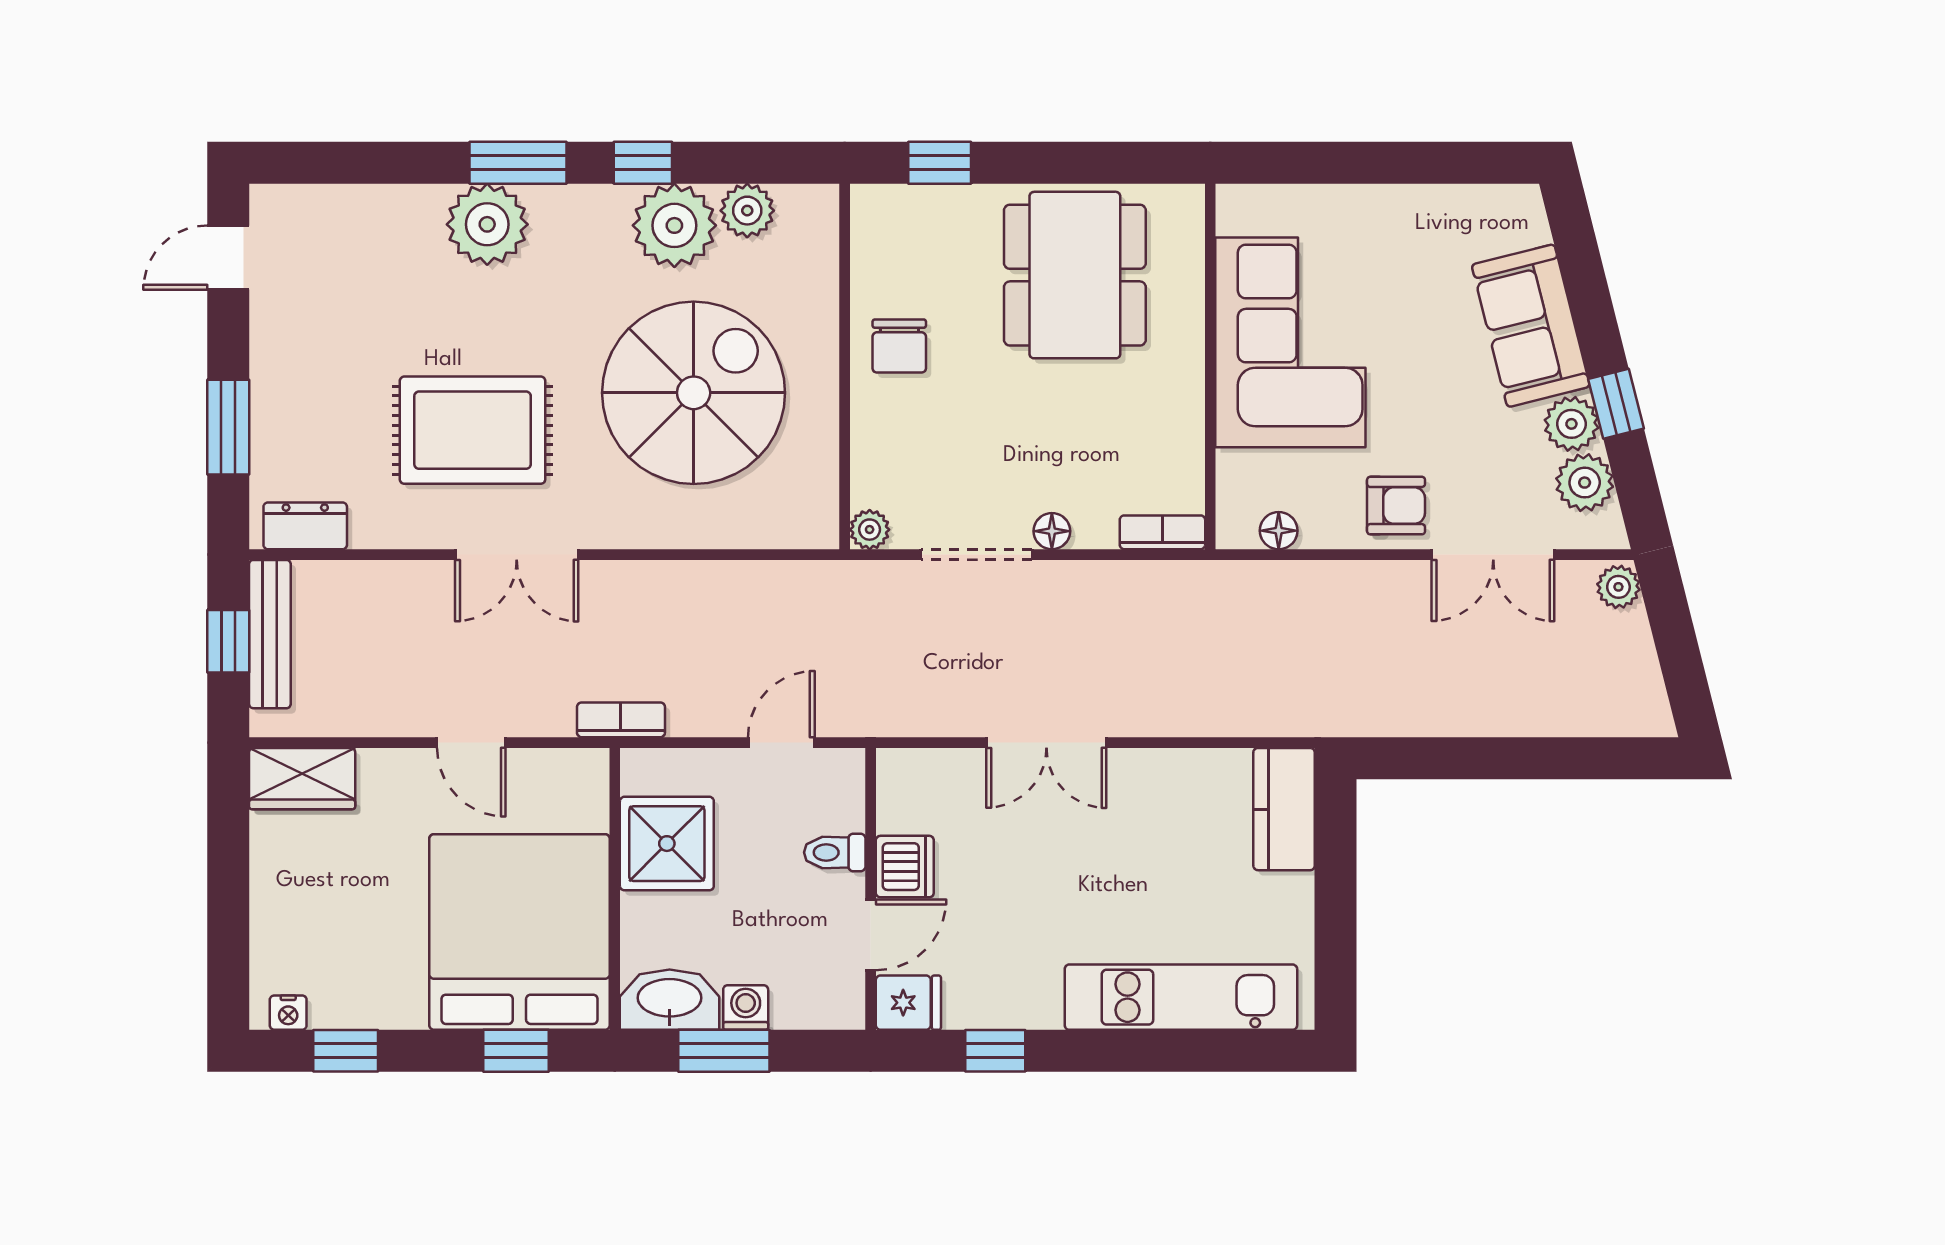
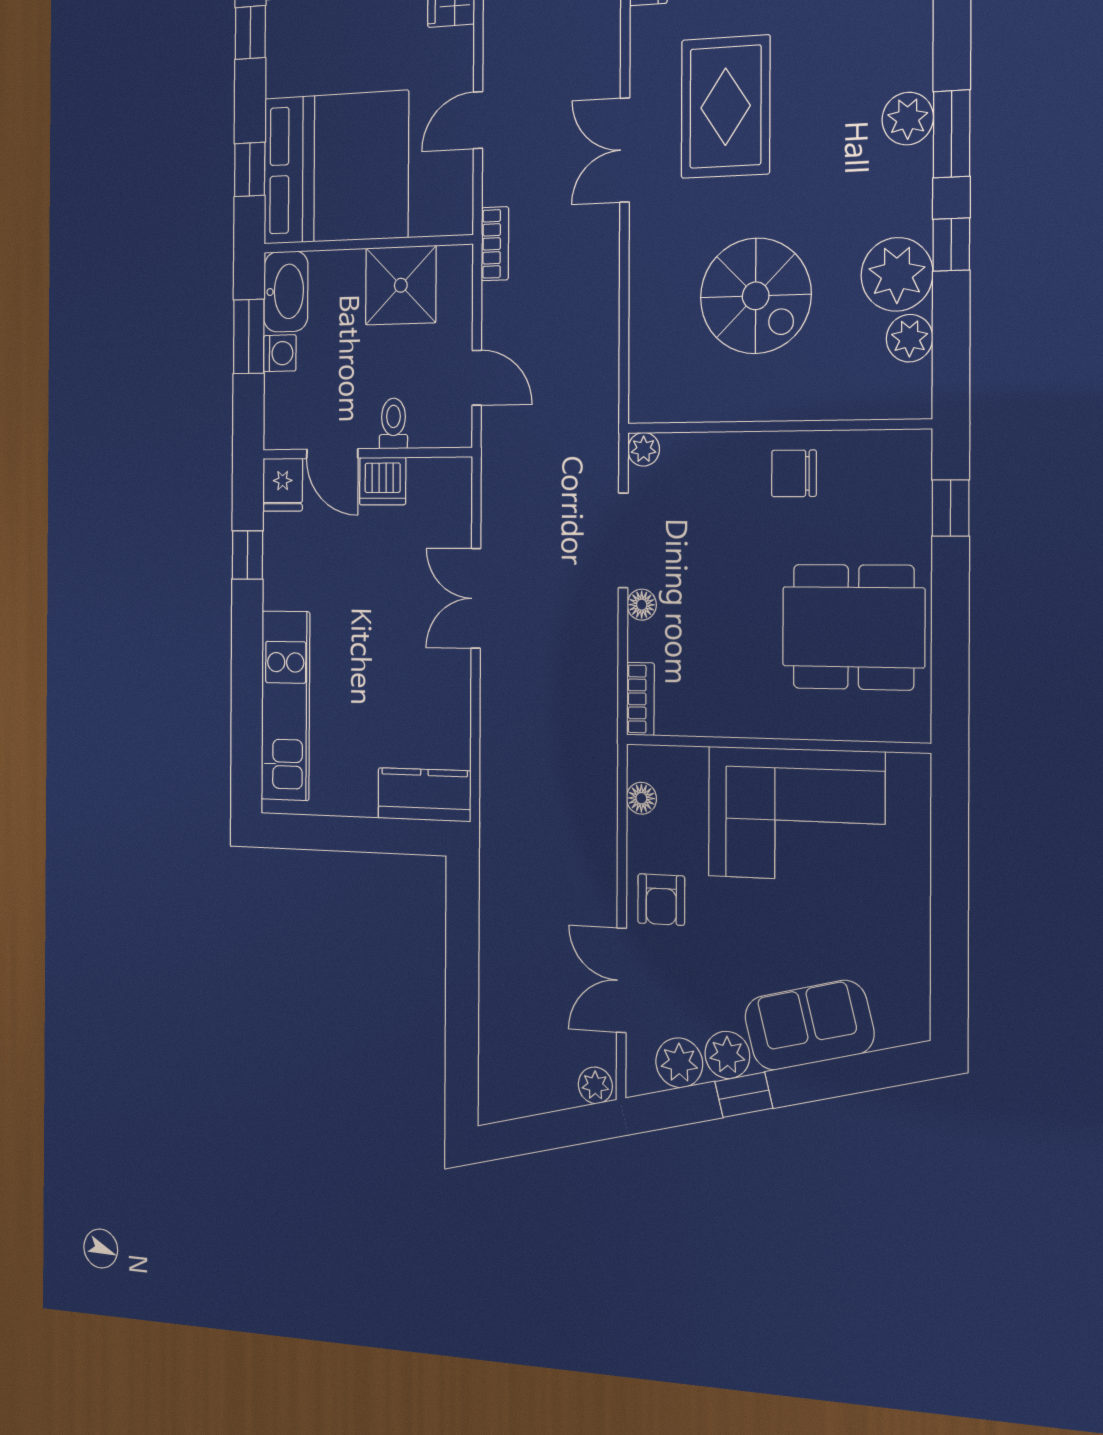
plant: (487, 224) -> (908, 119), width x0.73, depth x0.73
spiral stairs: (694, 393) -> (756, 296), width x0.73, depth x0.73

